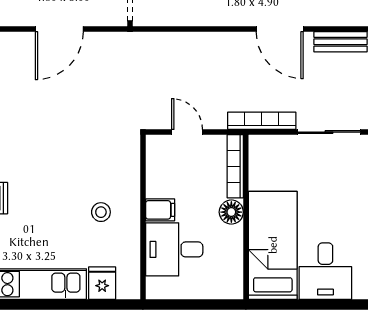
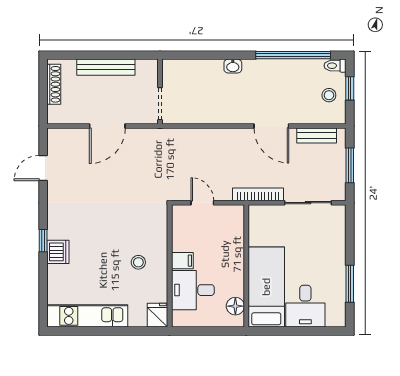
bookcase: (235, 166) -> (238, 228), removed
floor lamp: (231, 212) -> (235, 306), moved
fridge: (102, 283) -> (158, 315), moved

